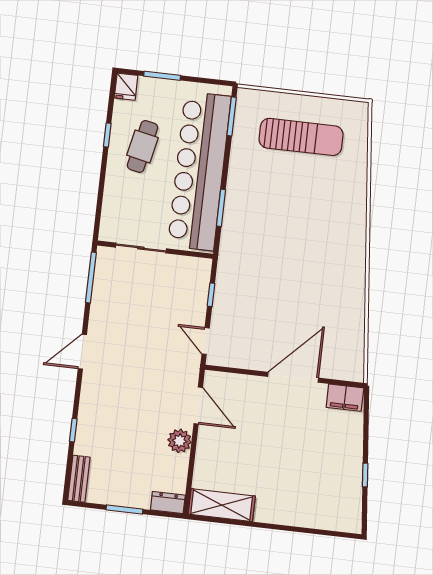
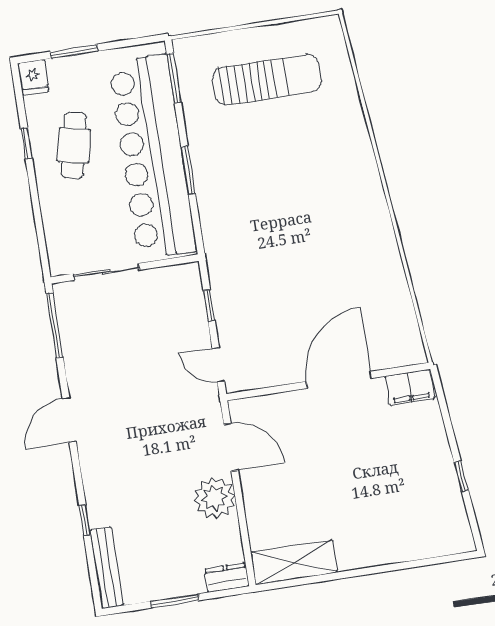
window: (221, 208) -> (188, 170), moved
plant: (180, 441) -> (214, 498), width x1.36, depth x1.36
bench: (79, 479) -> (107, 568), width x1.36

